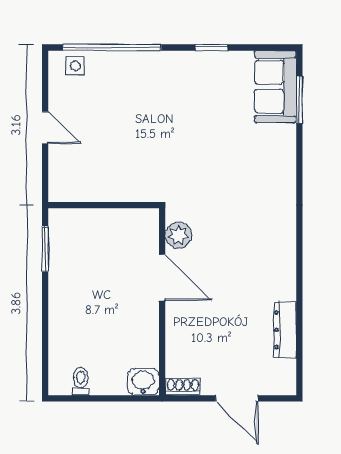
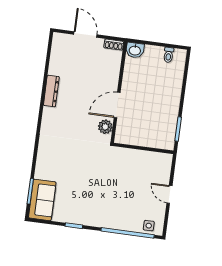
door: (162, 278) -> (117, 105), hinge flipped
dresser: (285, 330) -> (51, 91), moved

